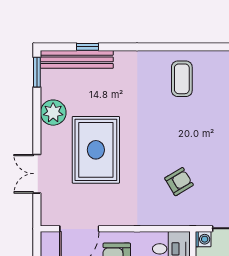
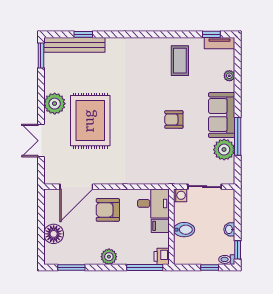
coffee table: (182, 79) -> (180, 61), moved
plant: (53, 113) -> (55, 104), moved
armchair: (179, 182) -> (174, 119), moved, turned -149

